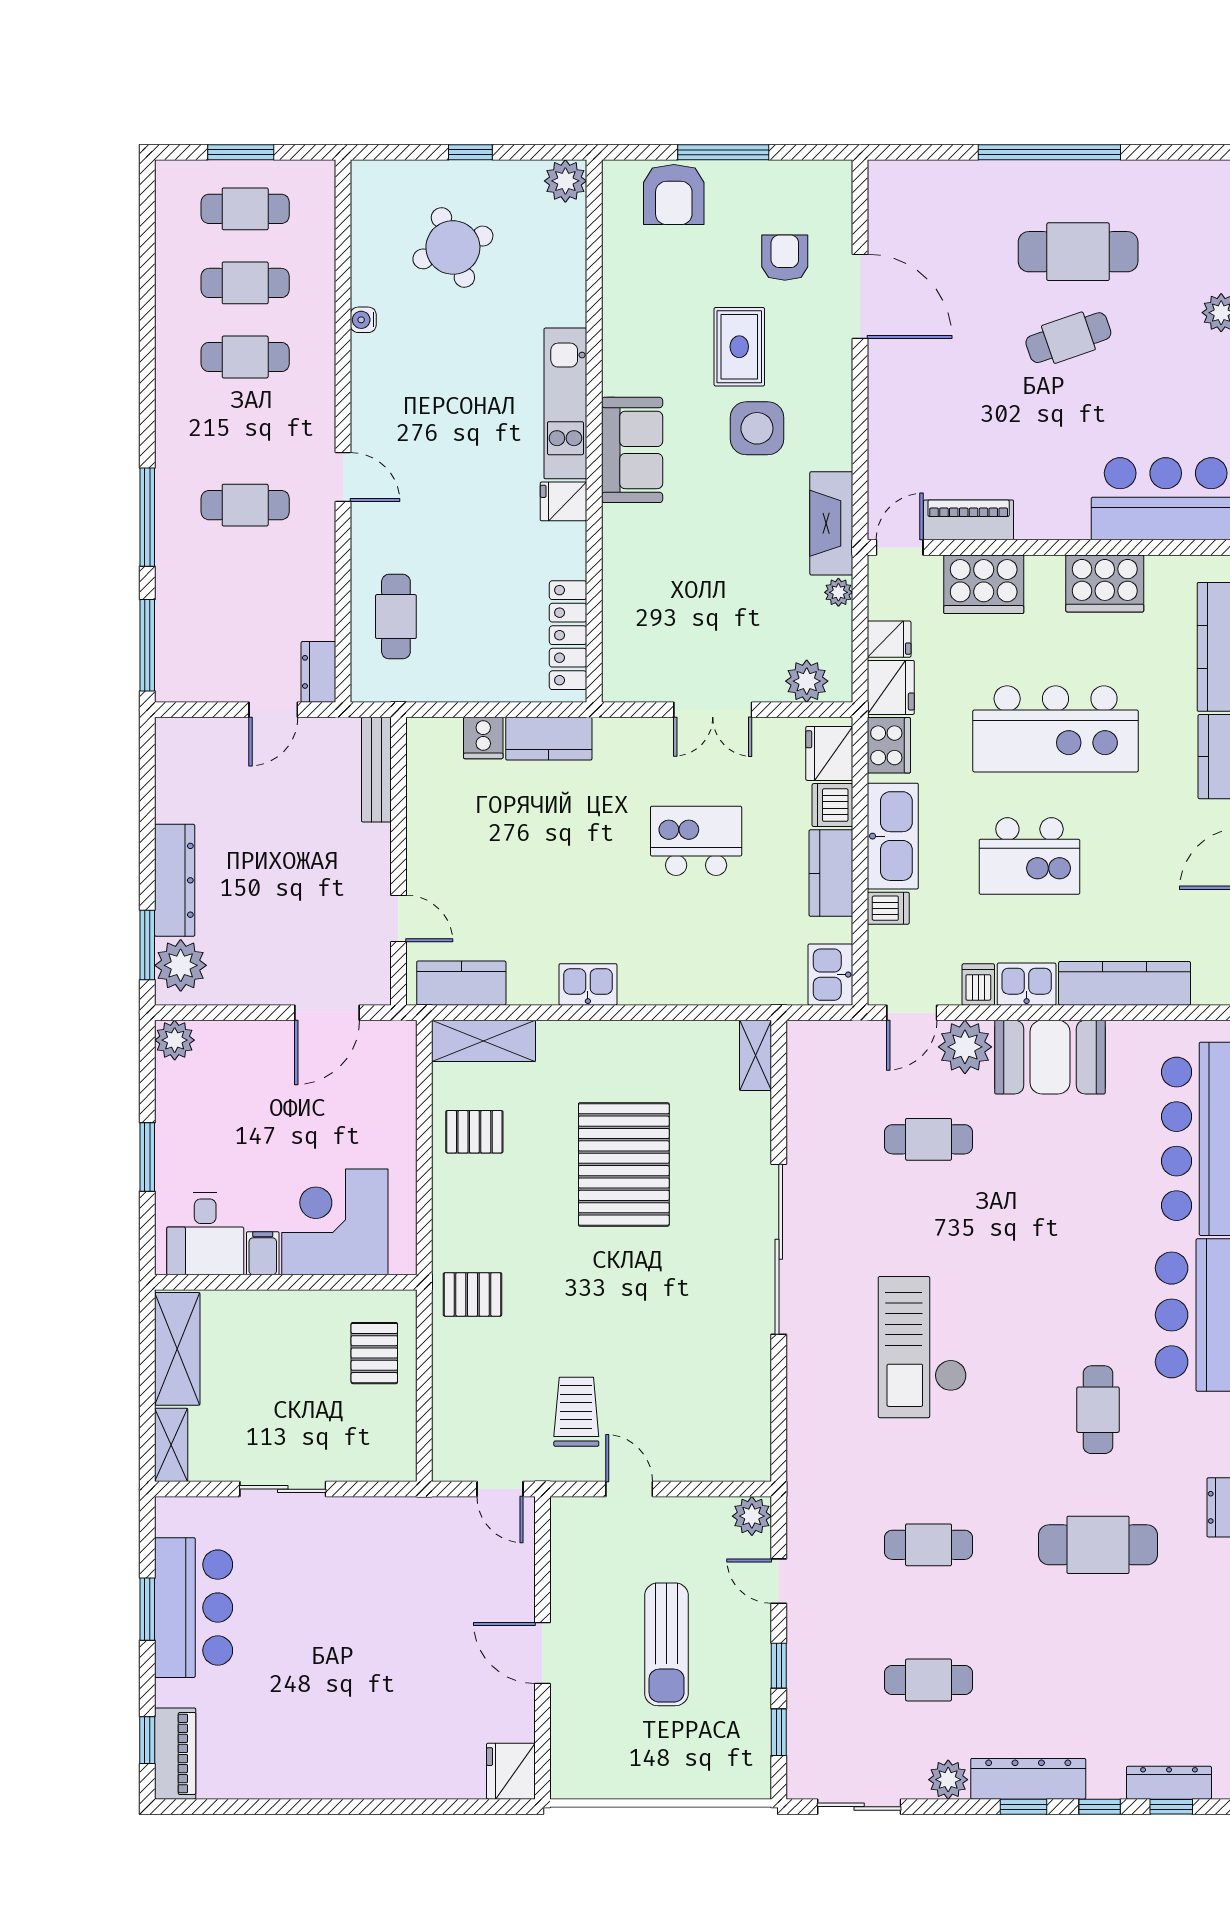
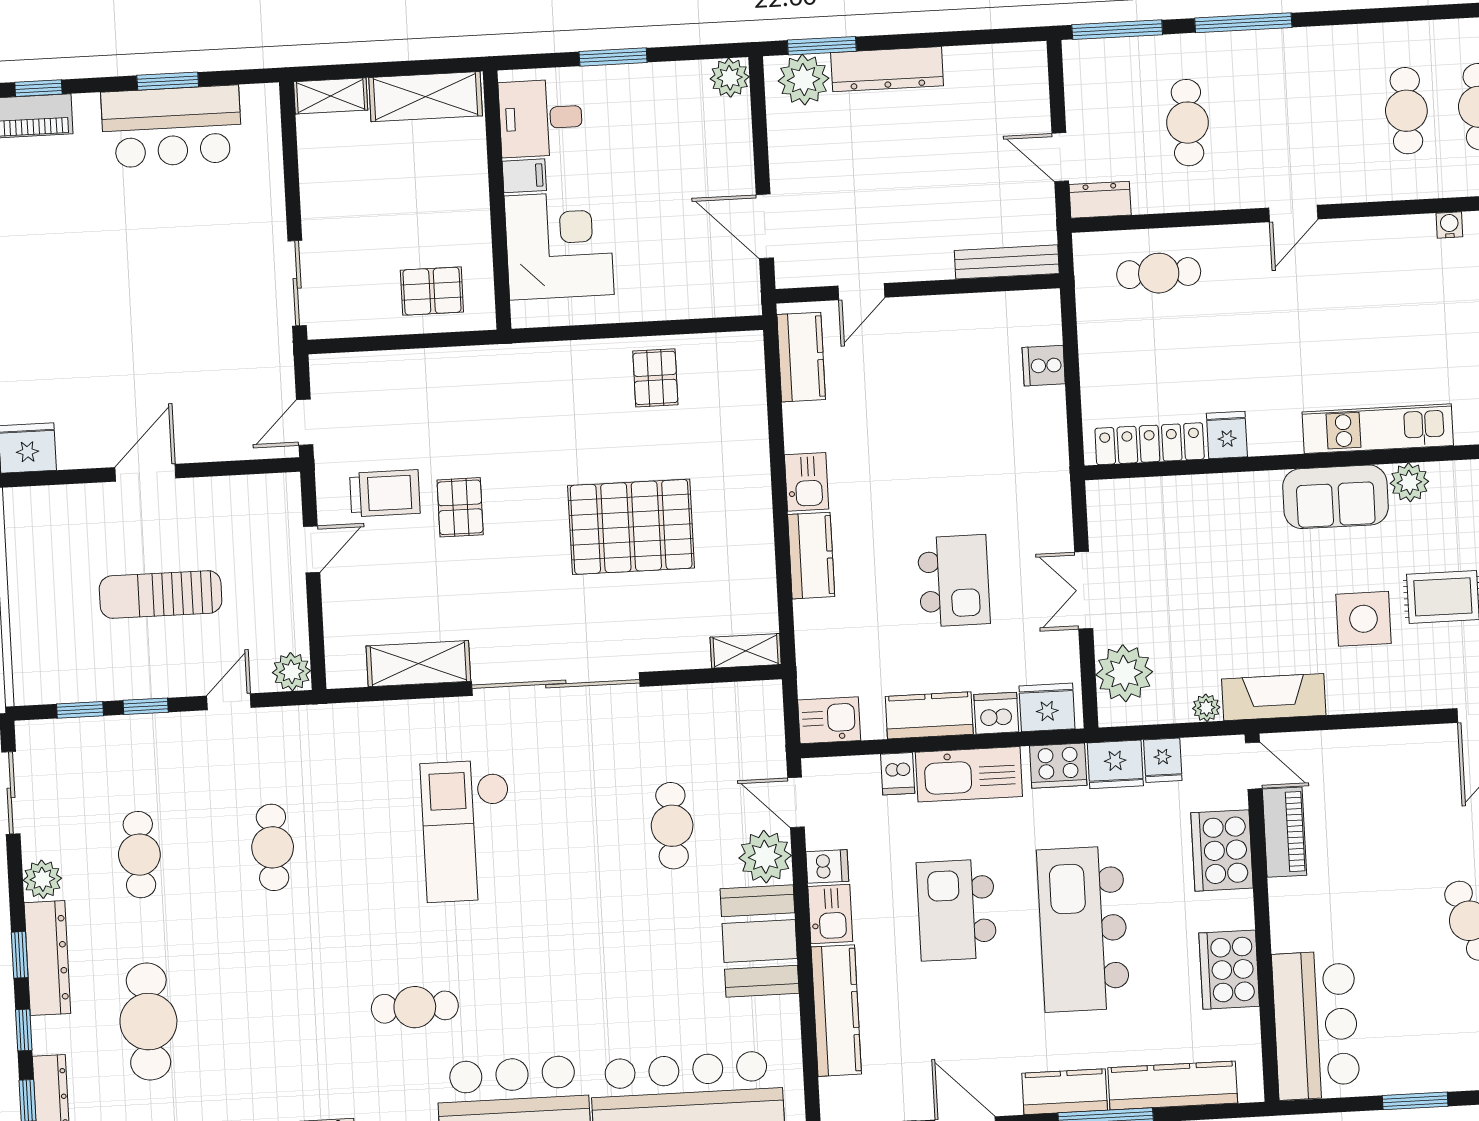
plant: (621, 374) -> (1409, 482), added
fridge: (564, 501) -> (1227, 435), moved
cafe table: (245, 505) -> (1187, 123), moved
plant: (807, 681) -> (1124, 673), width x1.36, depth x1.36
kitchen counter: (549, 739) -> (811, 556), moved, turned 180
shelving: (484, 1041) -> (418, 664), moved, turned 90
pallet: (473, 1294) -> (460, 507), moved
checkout: (922, 1347) -> (467, 831), turned -90
sliding door: (283, 1489) -> (297, 283), moved
cafe table: (1098, 1545) -> (148, 1022), moved

